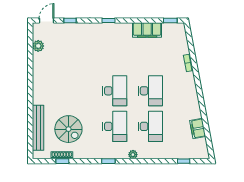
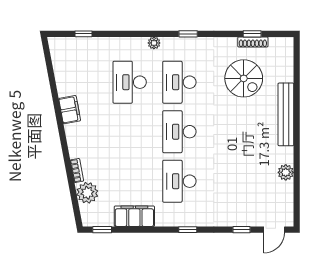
plant: (38, 46) -> (286, 172), moved
plant: (181, 47) -> (87, 193), added
desk: (150, 91) -> (179, 181), moved
bench: (38, 128) -> (286, 114), moved
filing cabinet: (198, 128) -> (70, 110), moved
spiral stairs: (68, 129) -> (244, 78), turned 180

